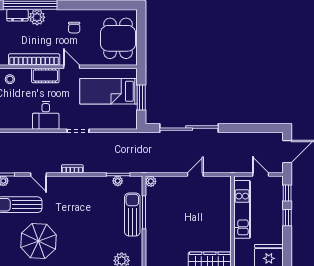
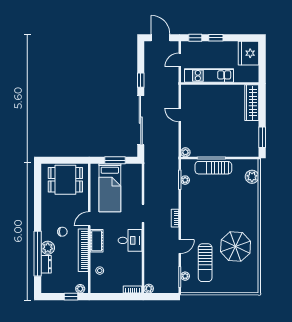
chair: (74, 28) -> (62, 232), moved
window: (237, 128) -> (141, 80), added

